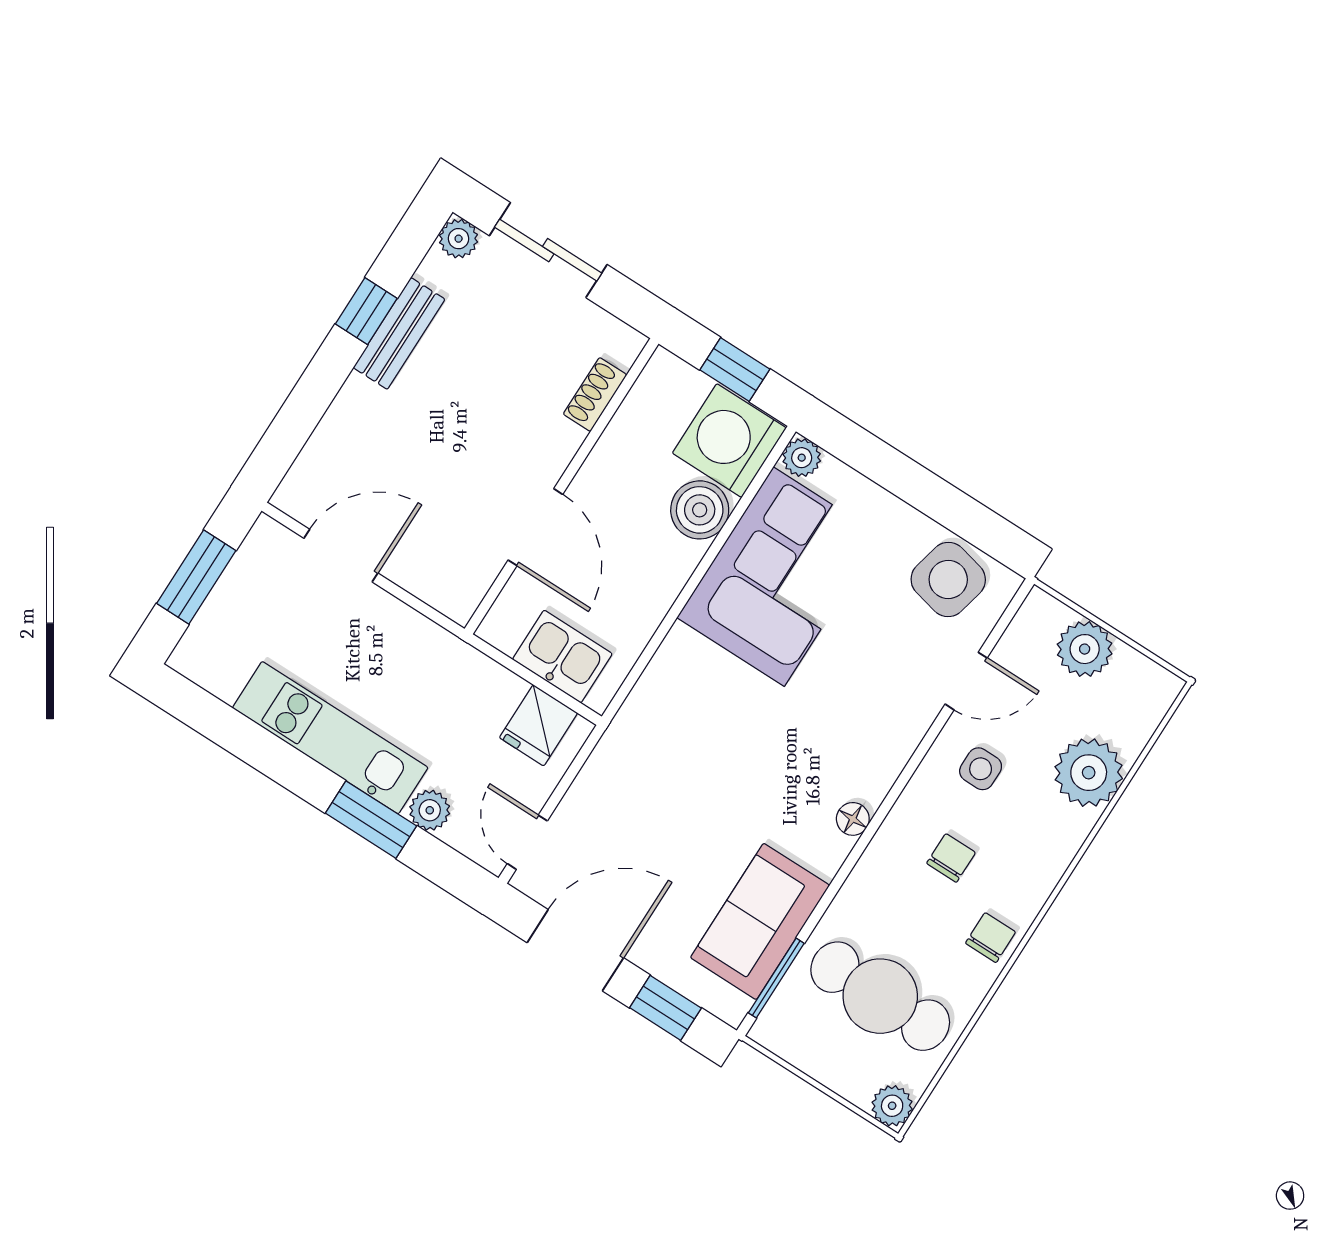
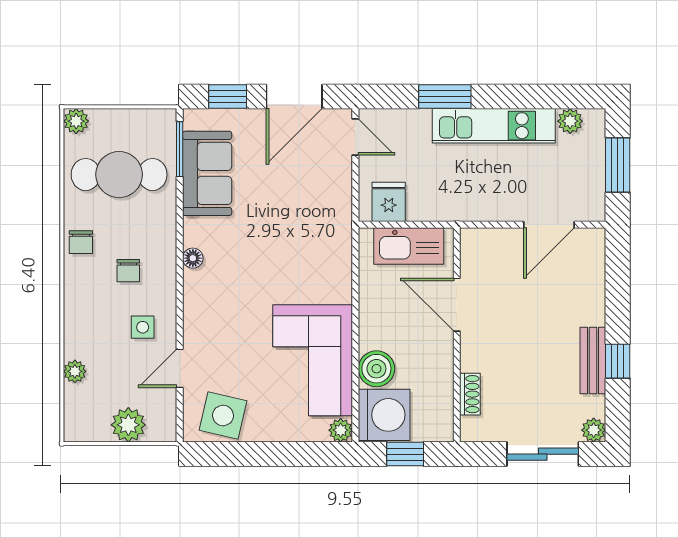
kitchen sink: (562, 657) -> (409, 246), width x1.38
plant: (1089, 773) -> (75, 371), width x0.53, depth x0.53
plant: (430, 810) -> (570, 121), moved

